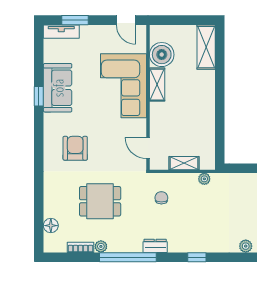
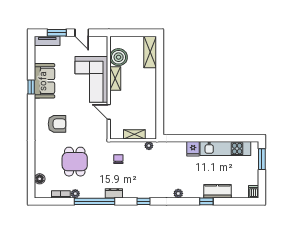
door: (126, 20) -> (82, 33), moved
armchair: (75, 148) -> (57, 124), turned 90
door: (148, 148) -> (109, 112), moved
dining table: (100, 201) -> (75, 162), turned 90

